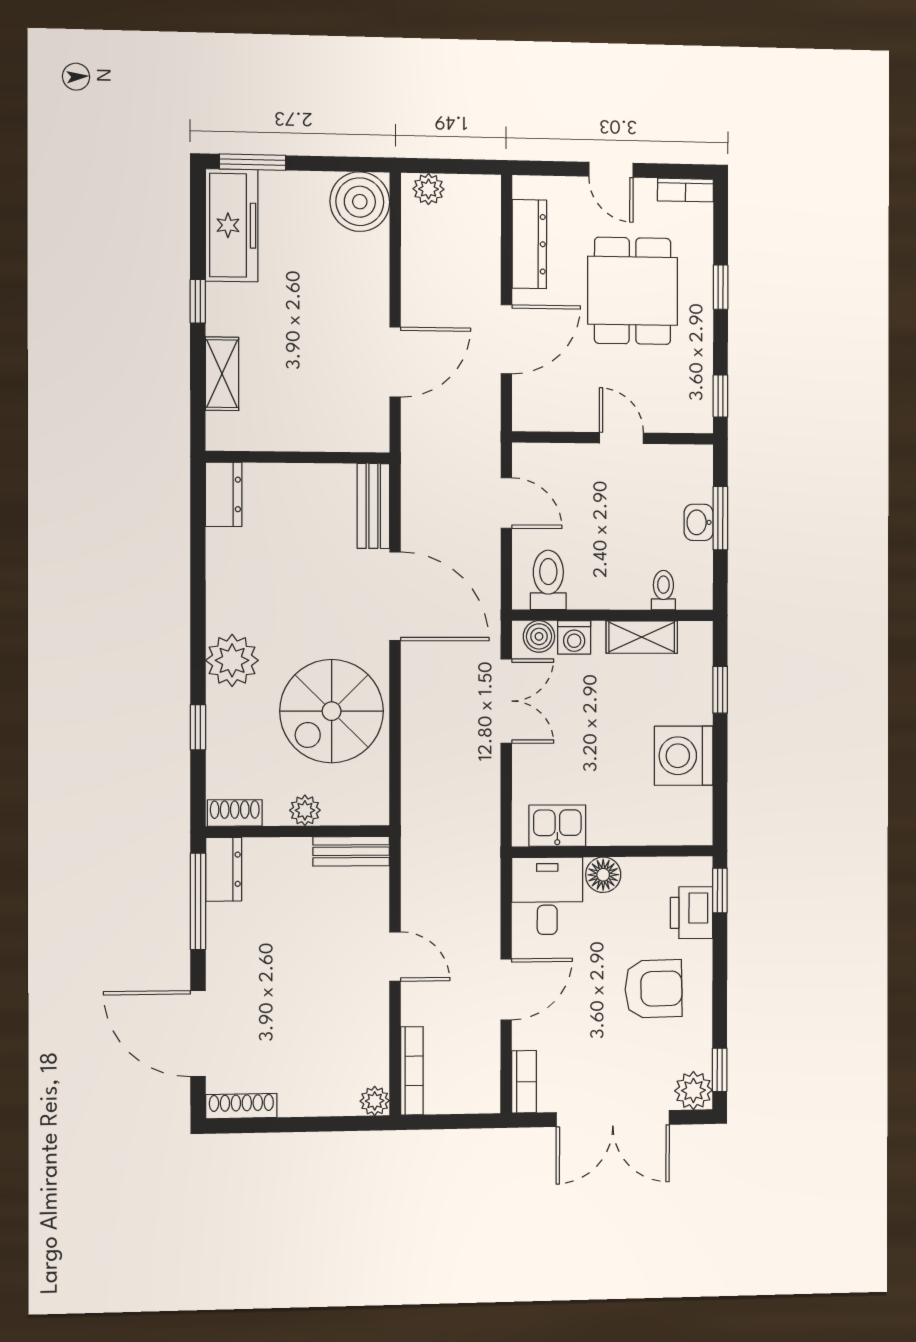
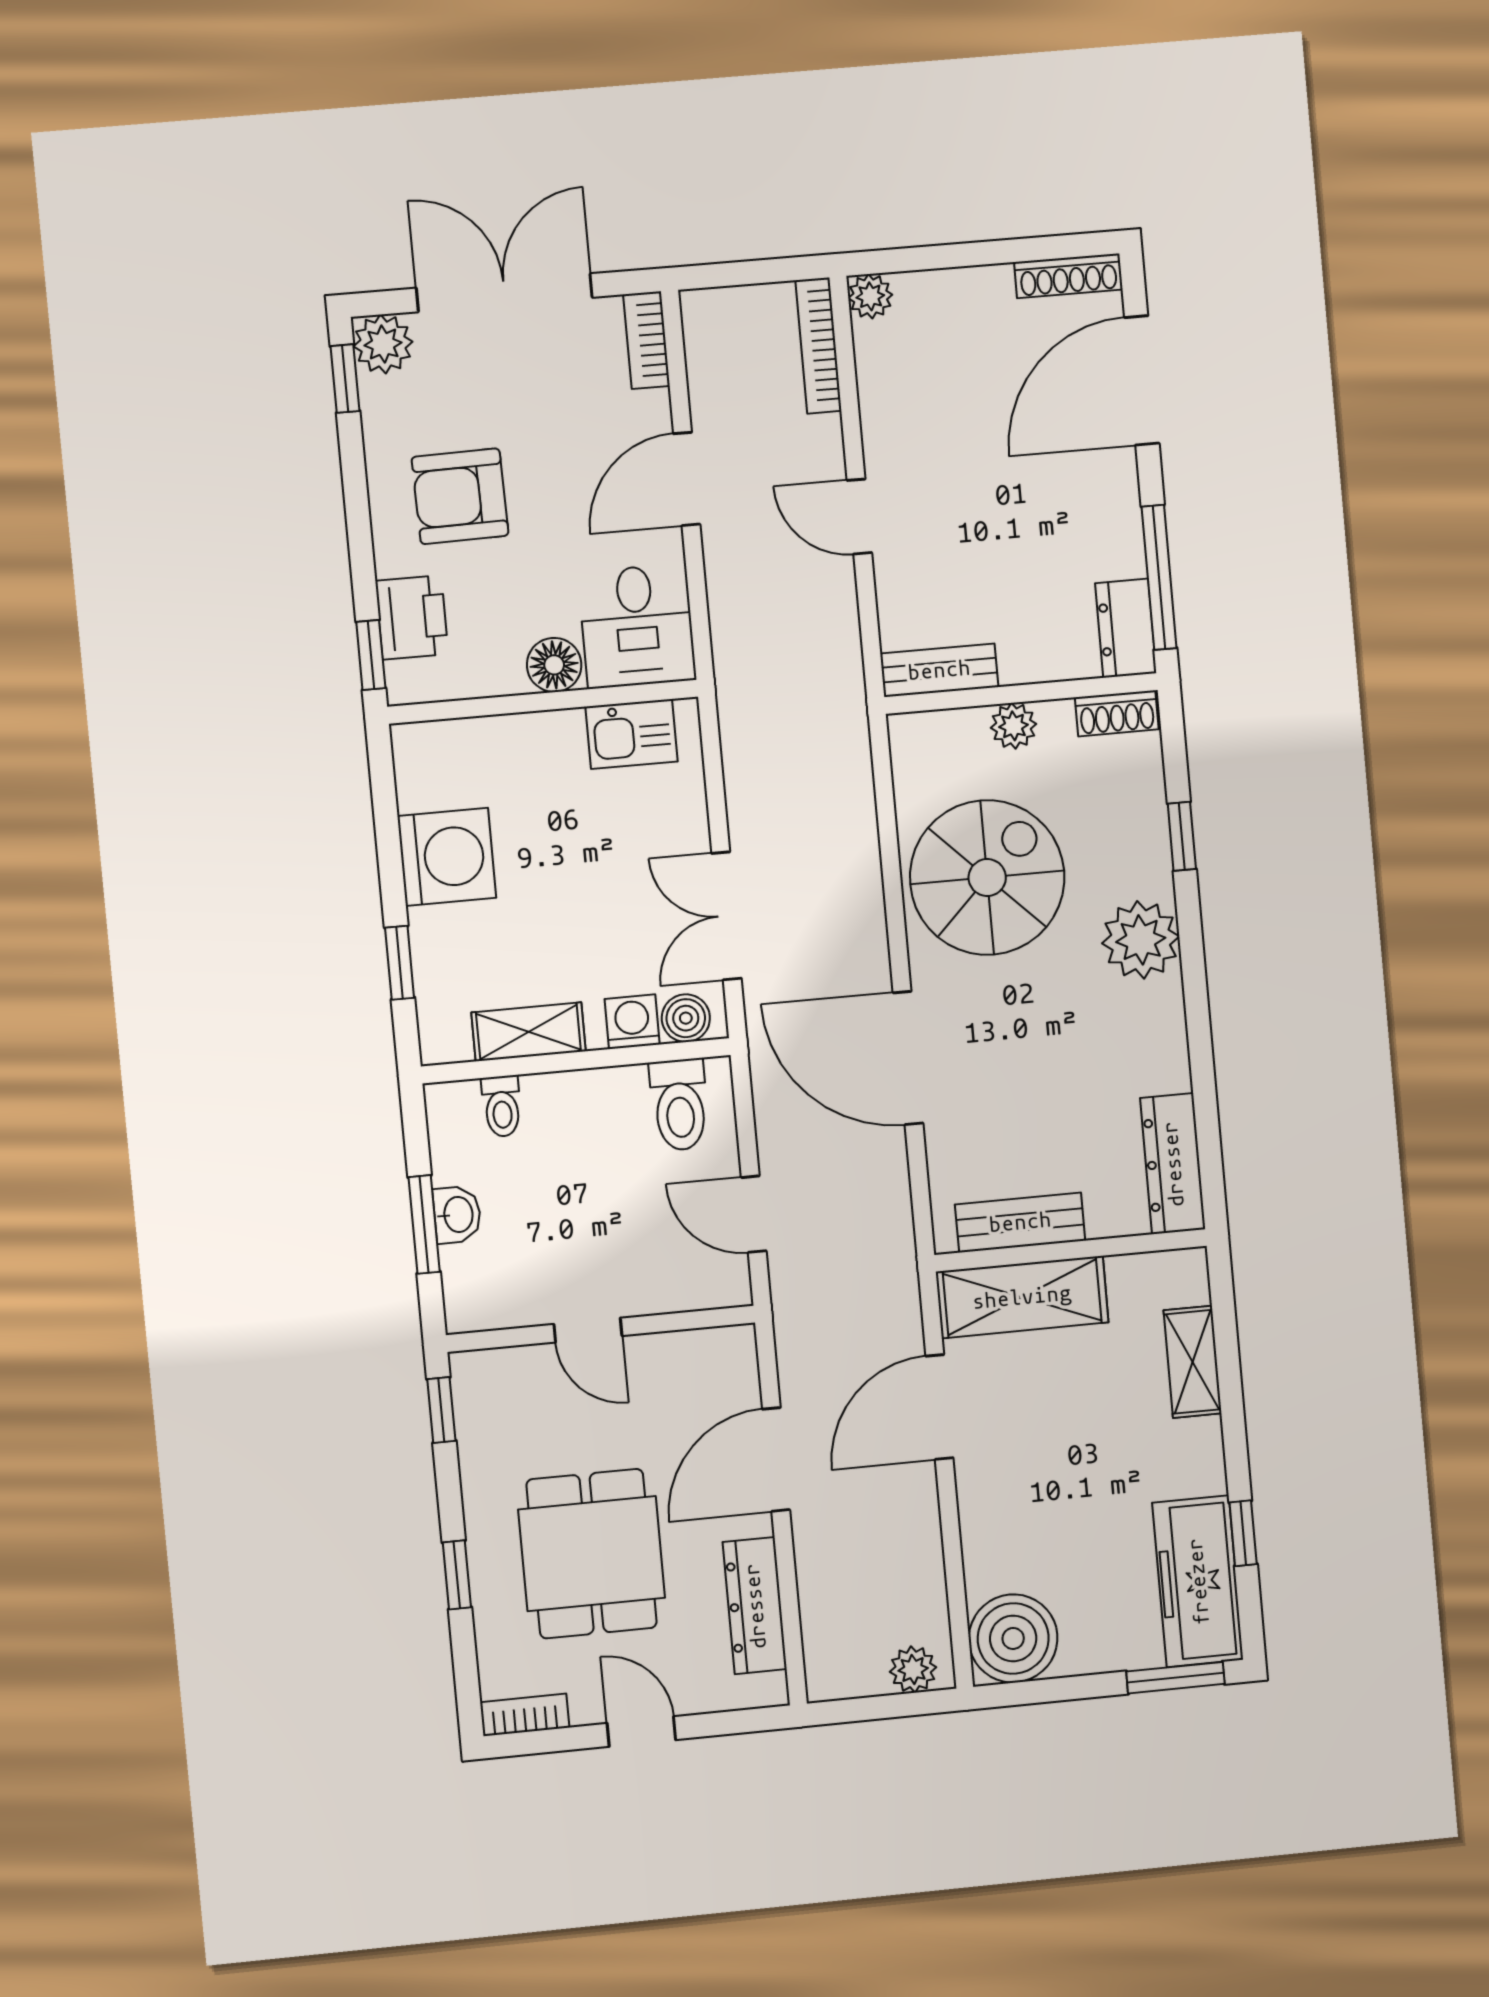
window: (198, 301) -> (1243, 1533), moved
shelving: (333, 429) -> (1022, 1297), added
dresser: (224, 494) -> (1173, 1164), width x1.44
bench: (373, 506) -> (1020, 1222), moved, turned 90
door: (198, 1033) -> (1142, 380), swing flipped

